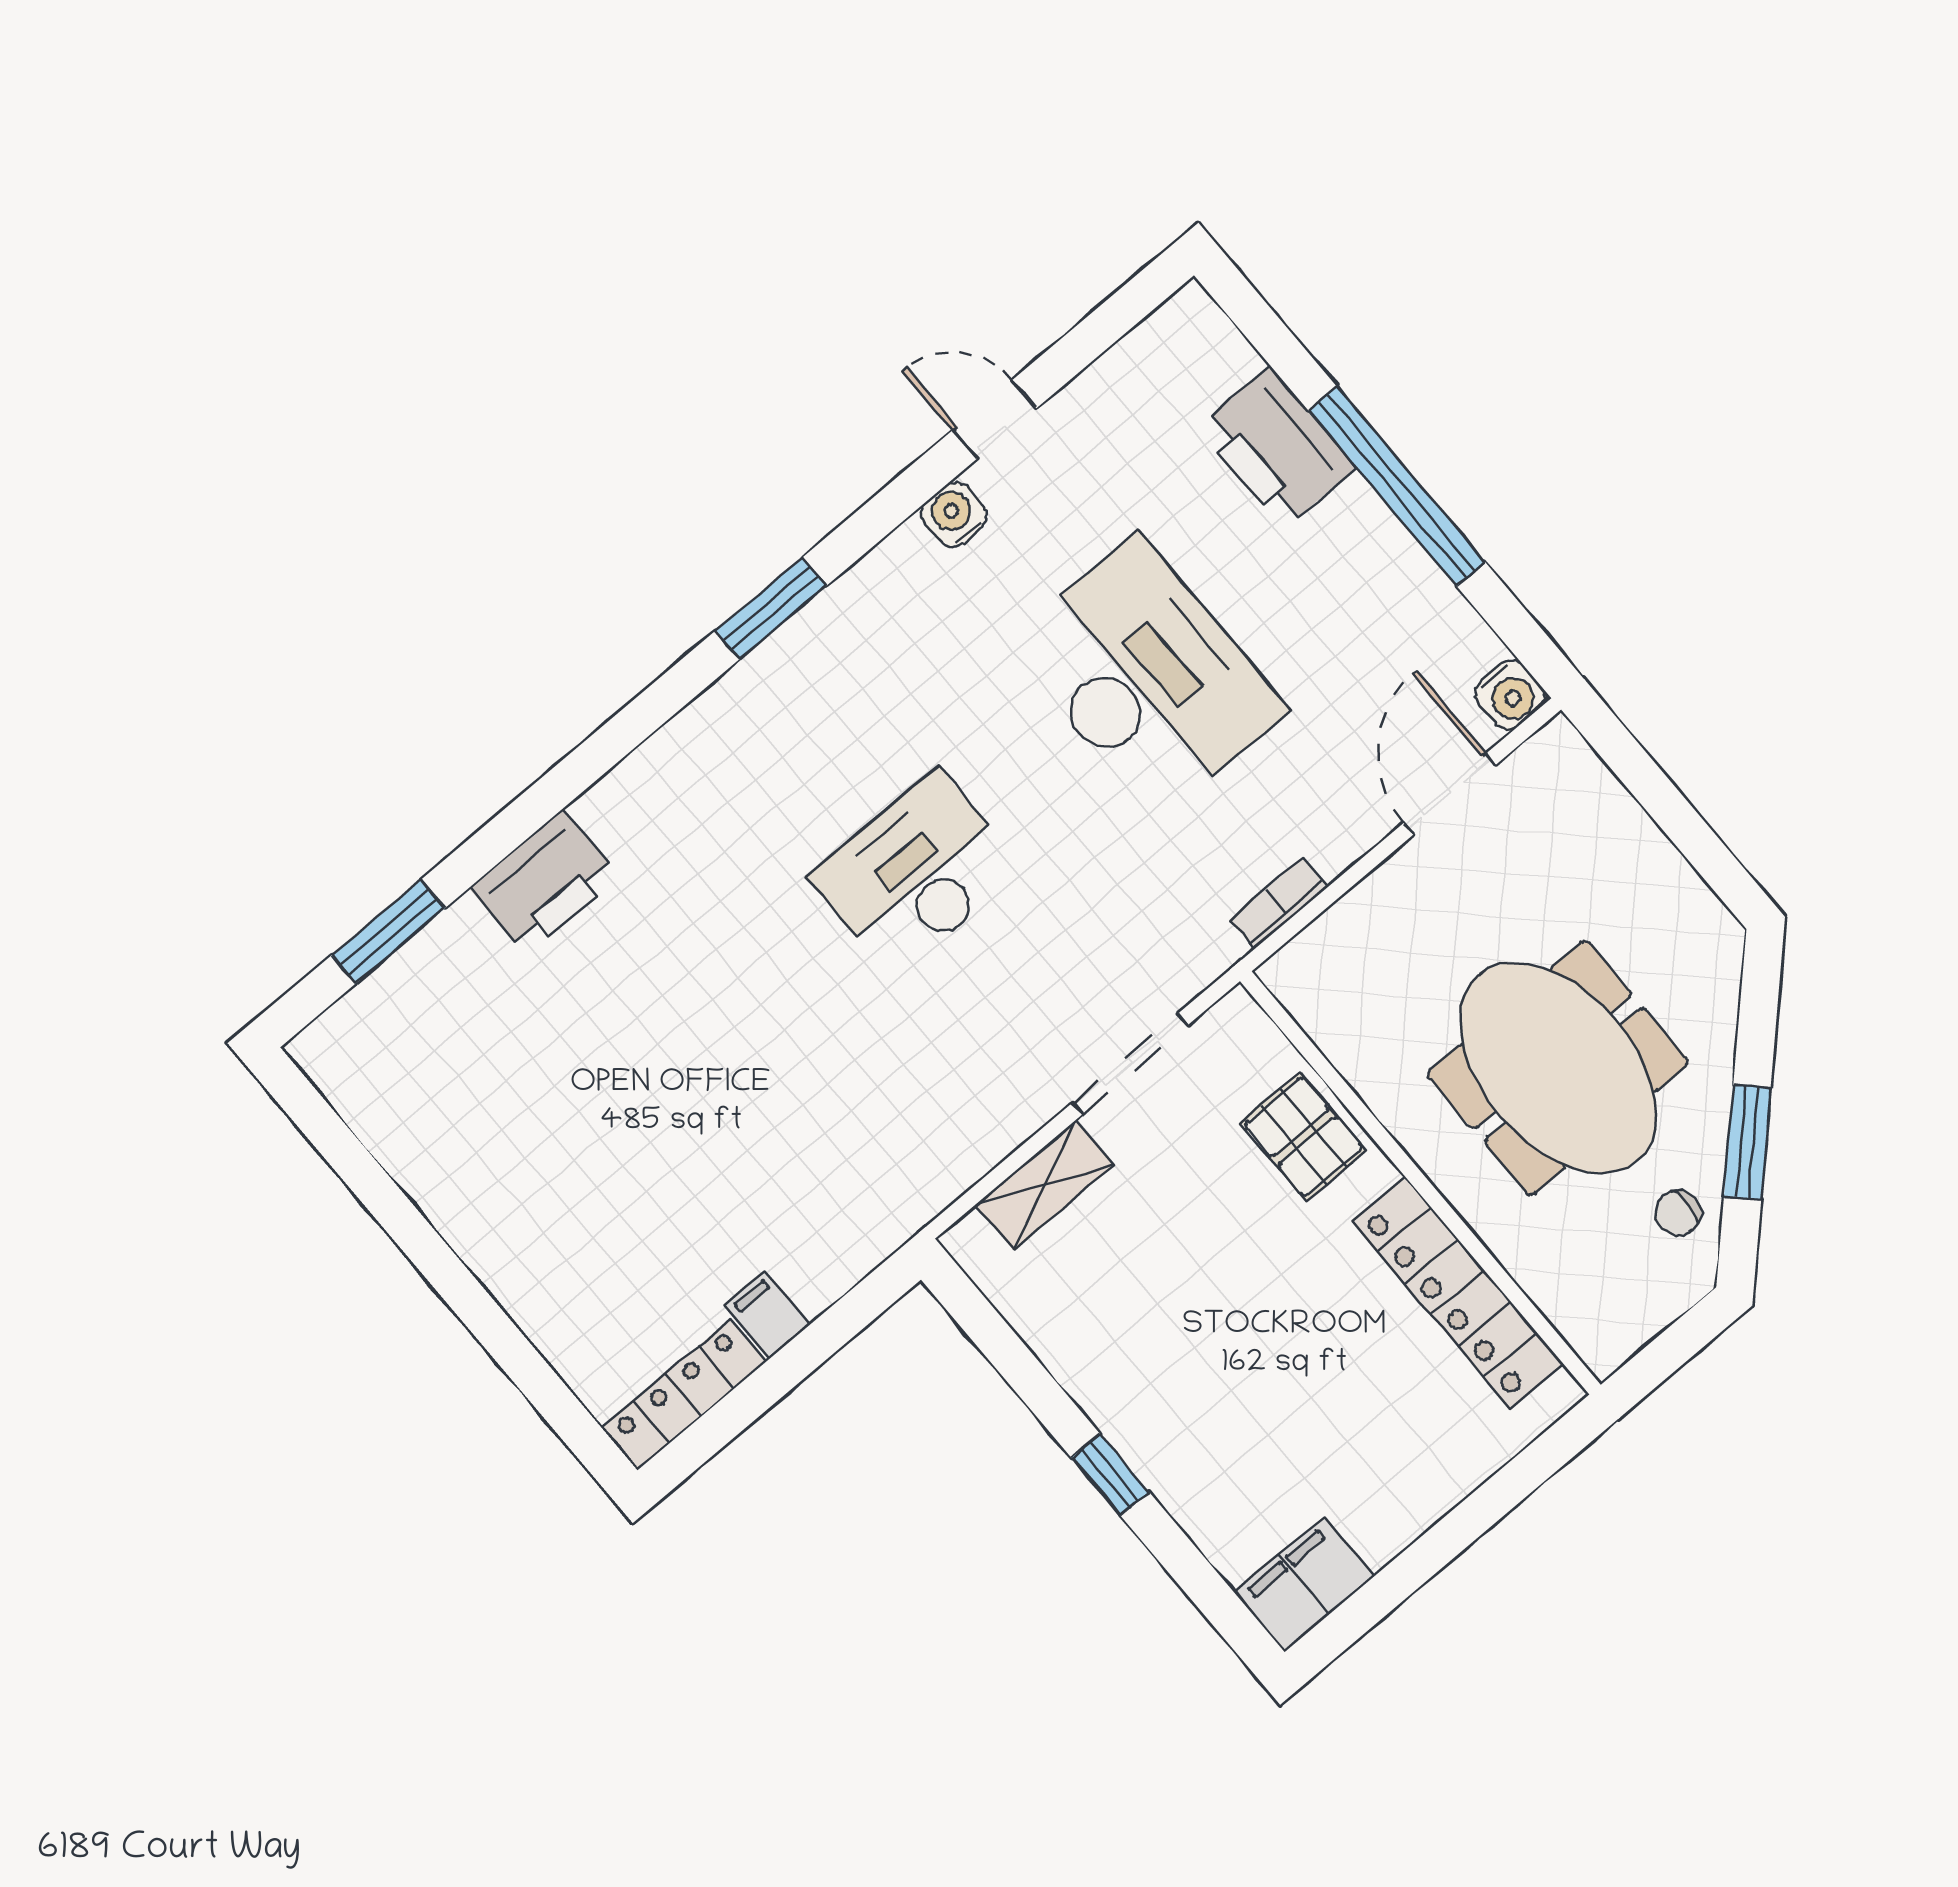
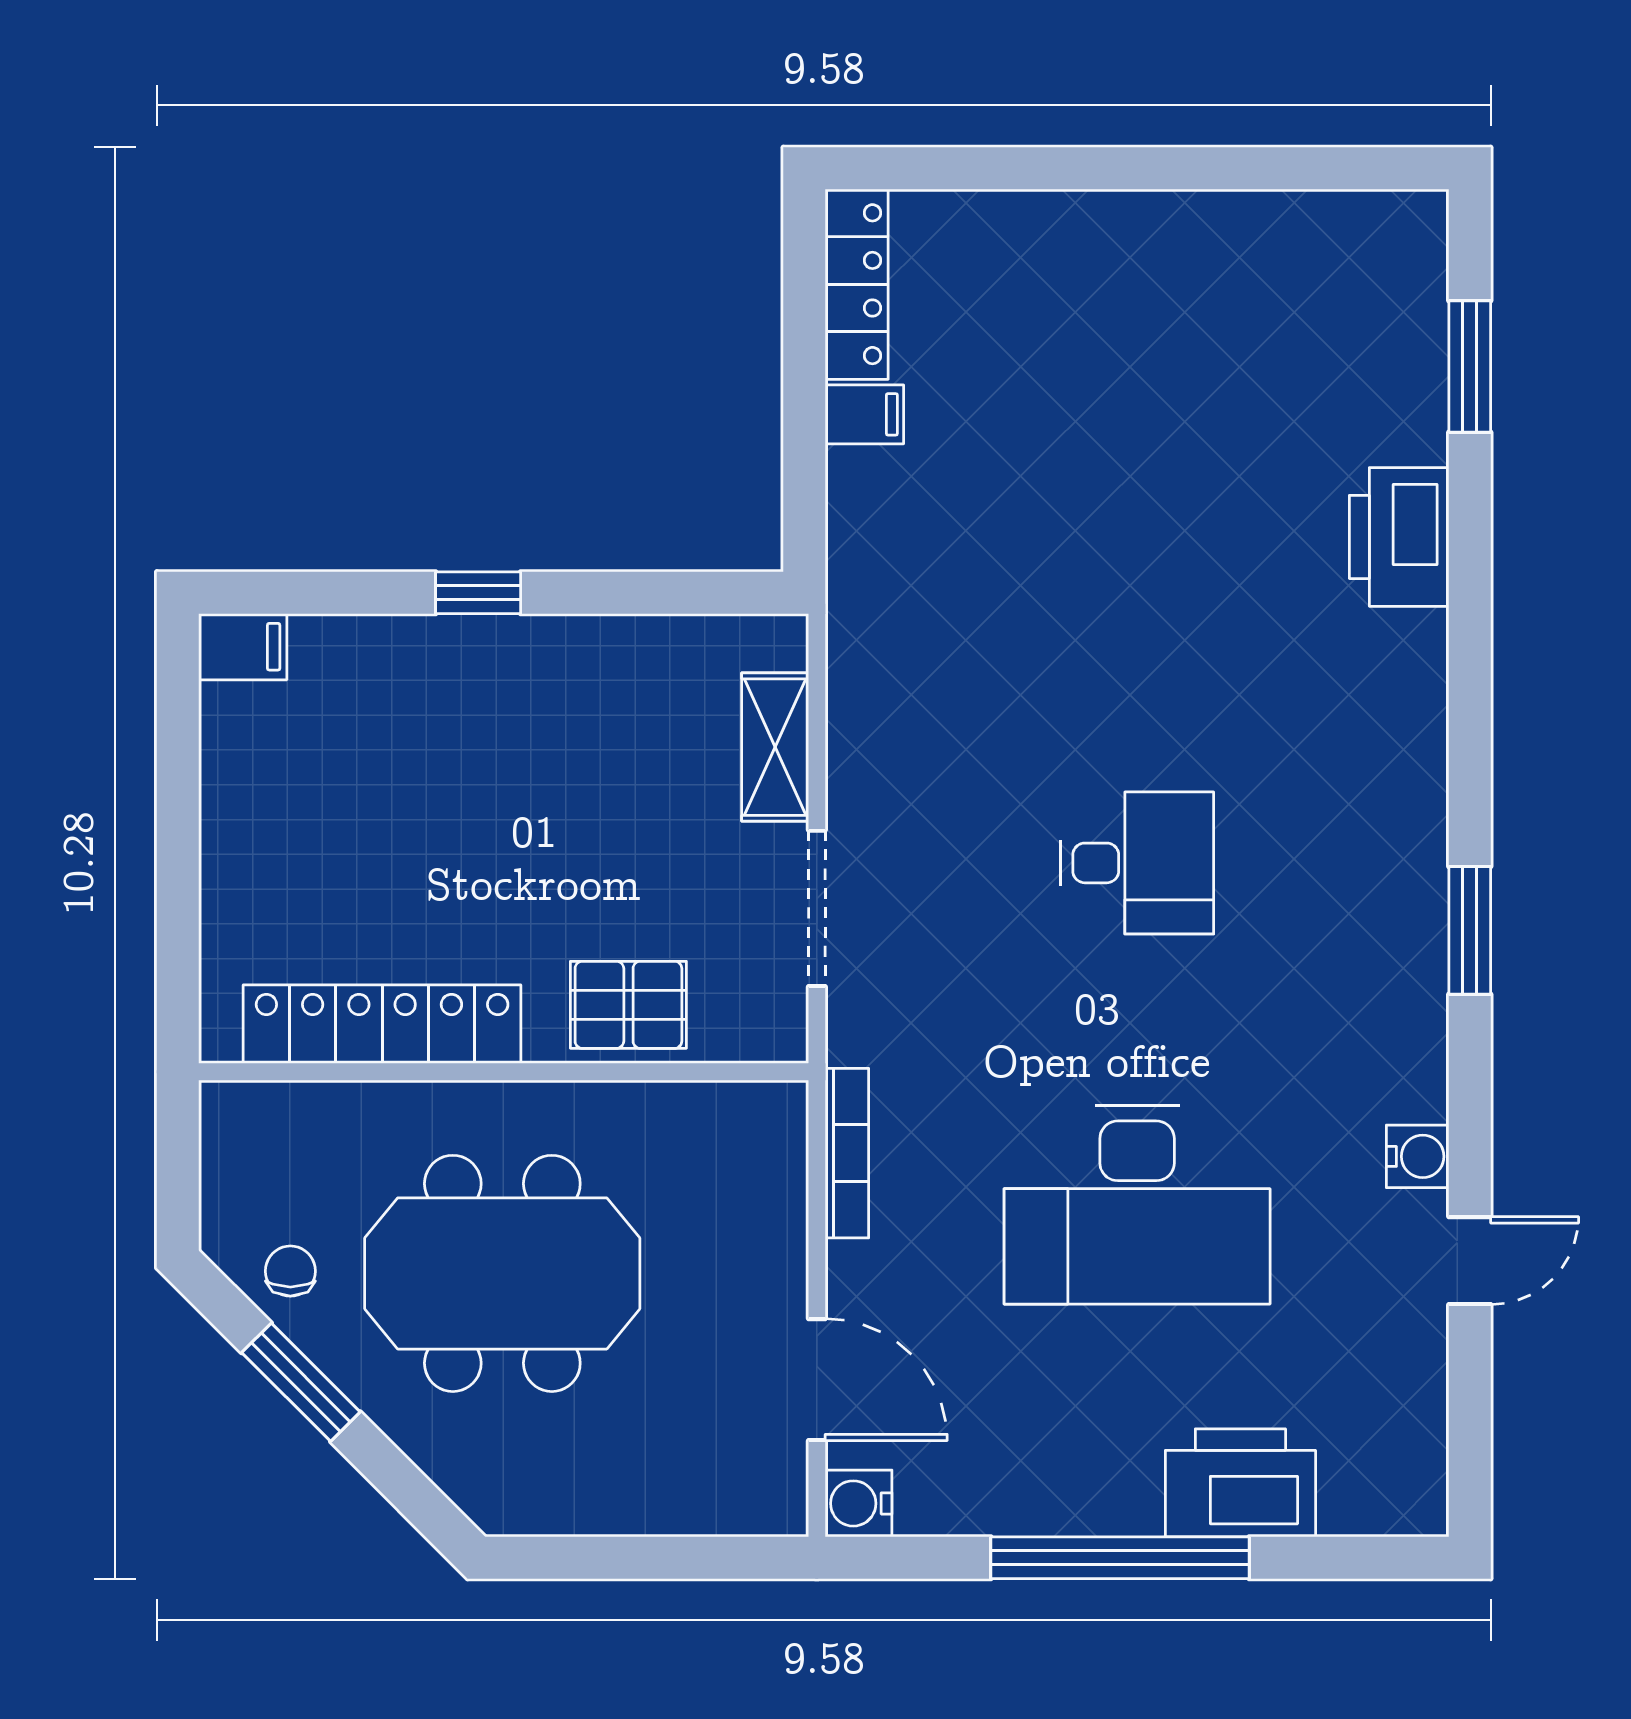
desk: (916, 873) -> (1137, 863), width x0.73
bookcase: (1279, 903) -> (847, 1153), width x1.56
filing cabinet: (1304, 1584) -> (243, 647), width x0.50

